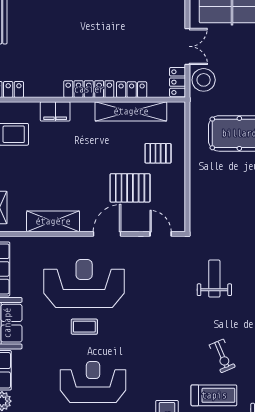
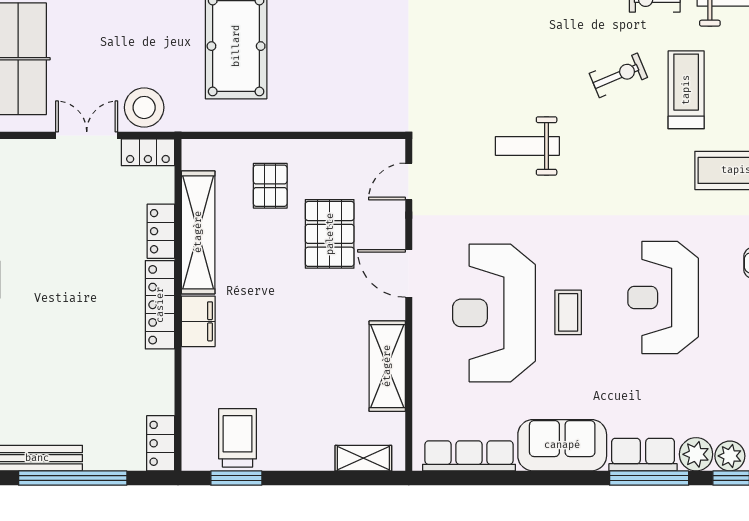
filing cabinet: (55, 111) -> (198, 321), moved
weight bench: (214, 279) -> (527, 146), moved

